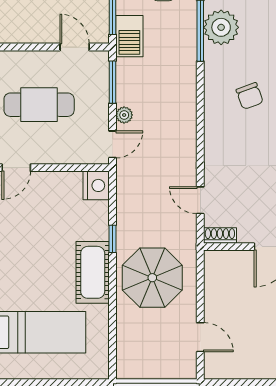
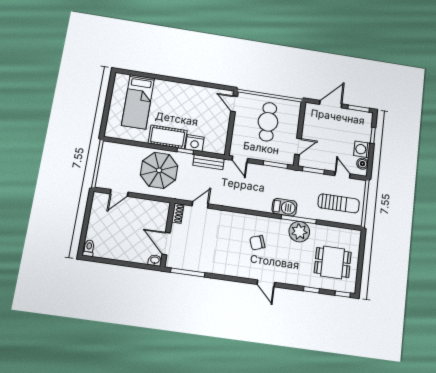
barbecue: (129, 36) -> (284, 207), moved, turned 180
plant: (124, 115) -> (256, 168), removed
nightstand: (96, 185) -> (195, 143), moved
bench: (126, 197) -> (209, 162), added

